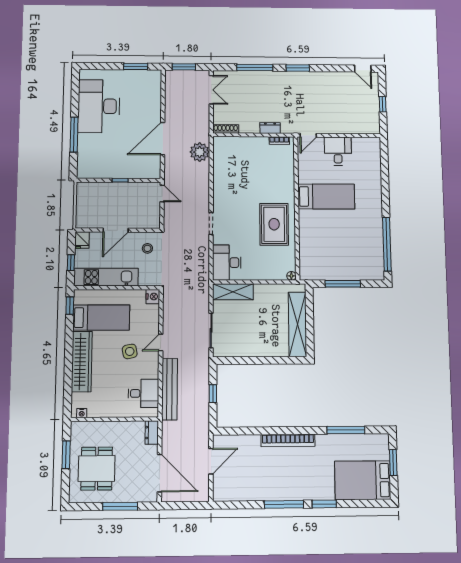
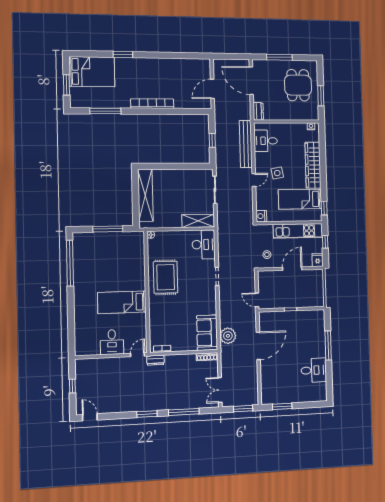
desk: (99, 106) -> (314, 370), width x0.53, depth x0.77
dresser: (270, 128) -> (155, 360), moved
sofa: (225, 157) -> (207, 333), added
window: (284, 504) -> (155, 55), removed

